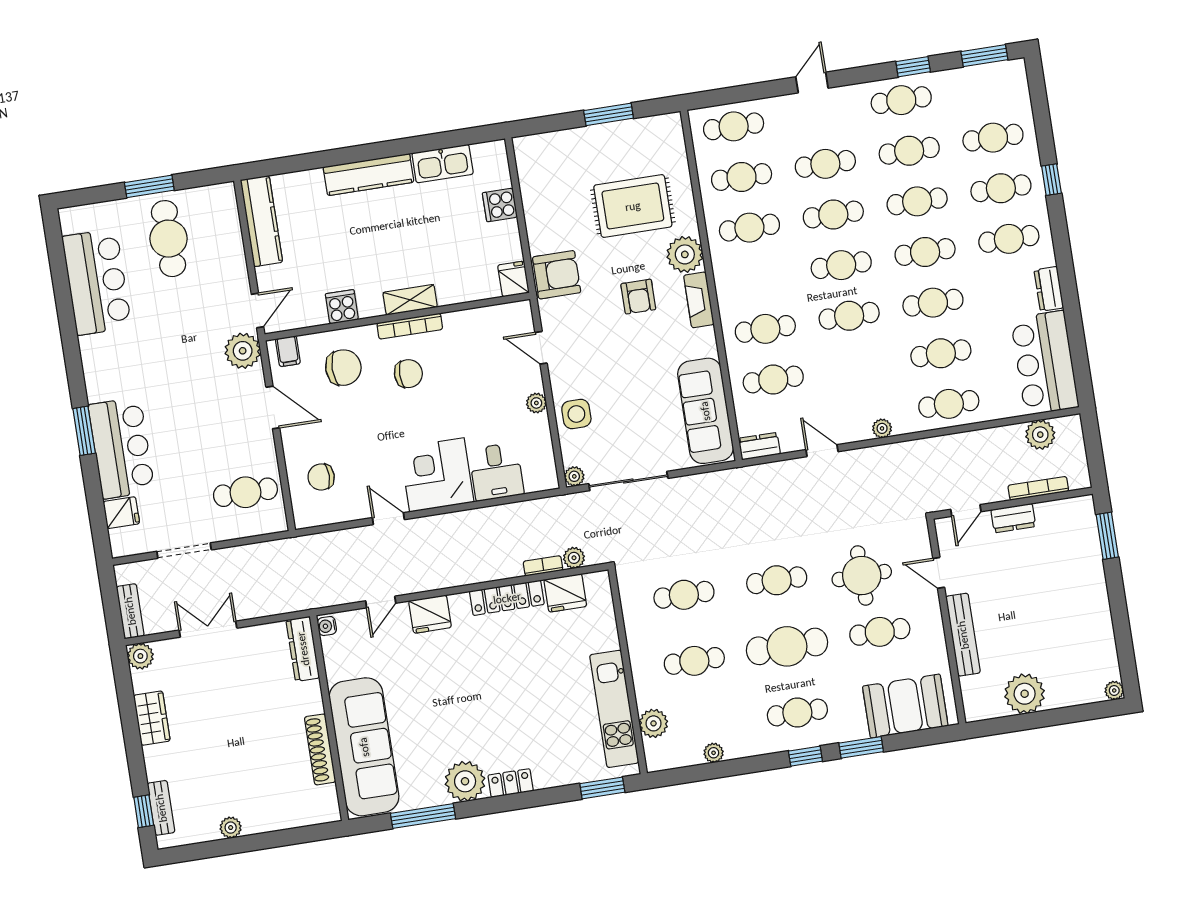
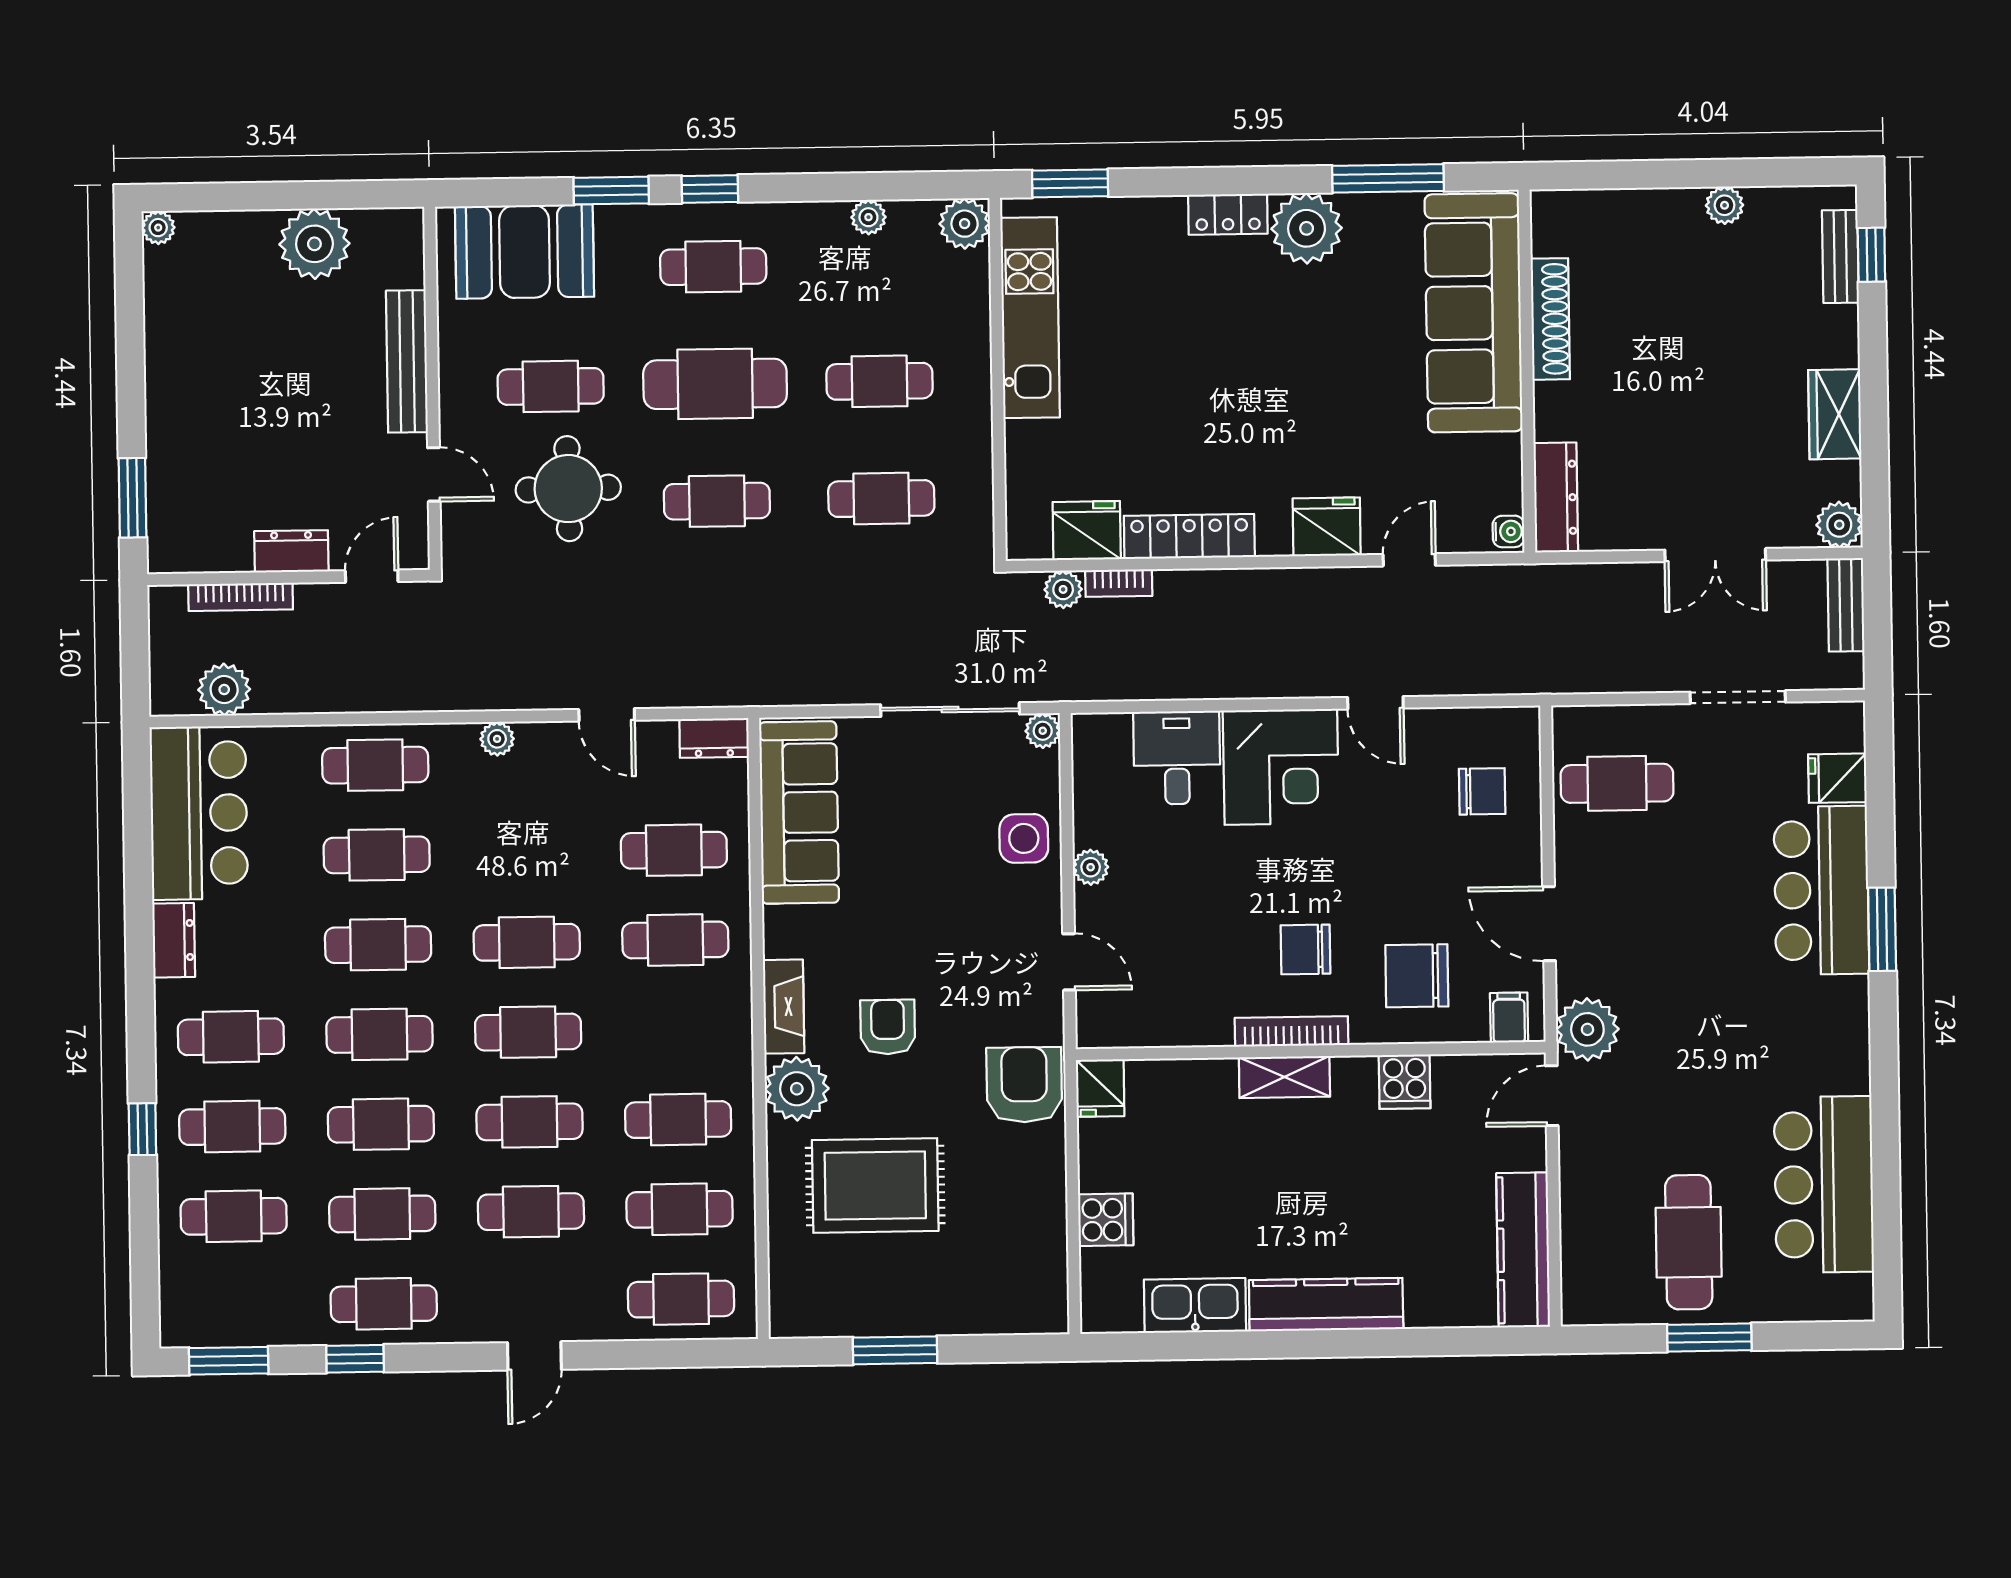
armchair: (557, 275) -> (1024, 1085), turned 90
plant: (653, 723) -> (965, 224), moved

